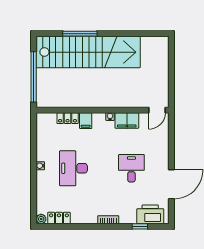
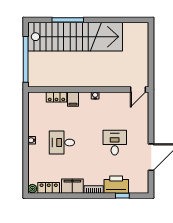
filing cabinet: (127, 120) -> (72, 186), moved, turned 180
desk: (73, 168) -> (62, 143), width x0.73
printer: (150, 214) -> (116, 185), moved

